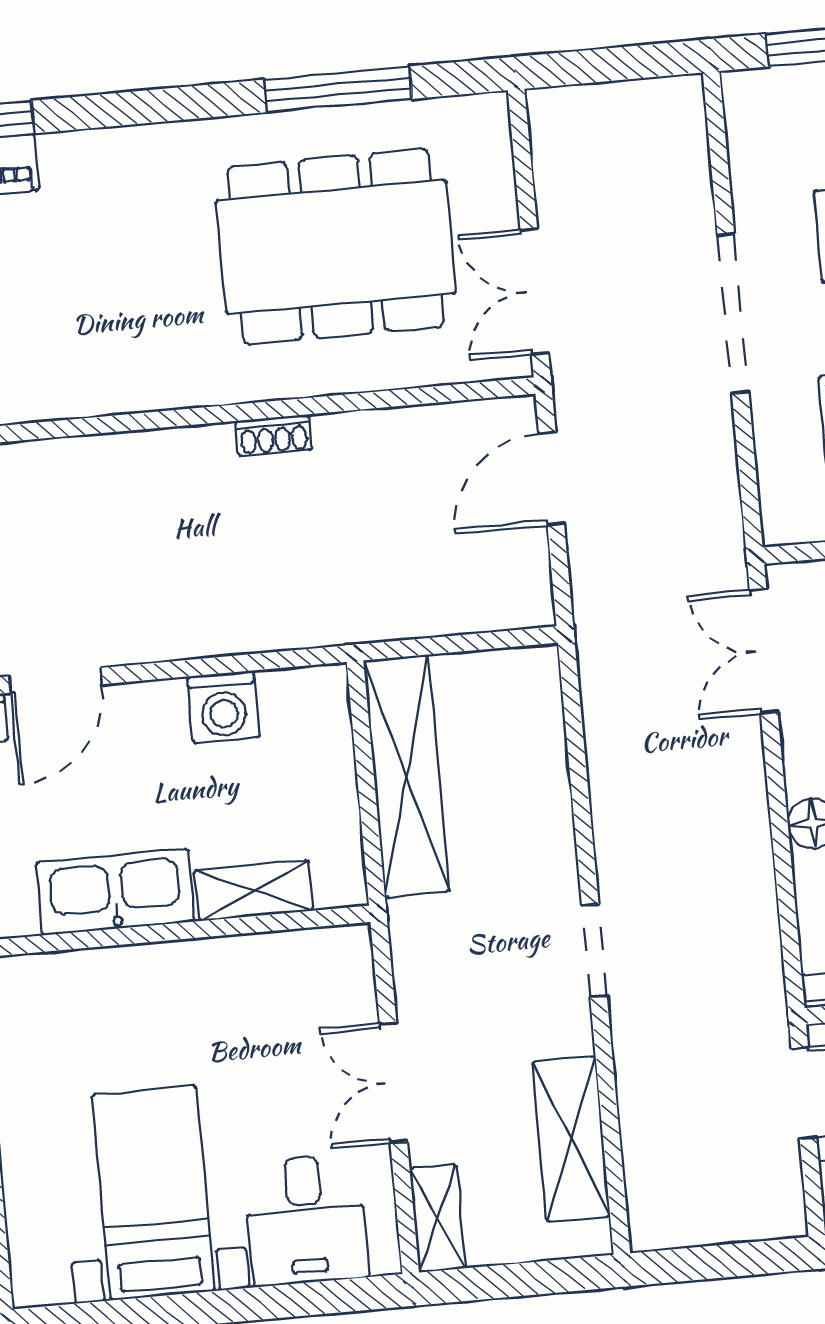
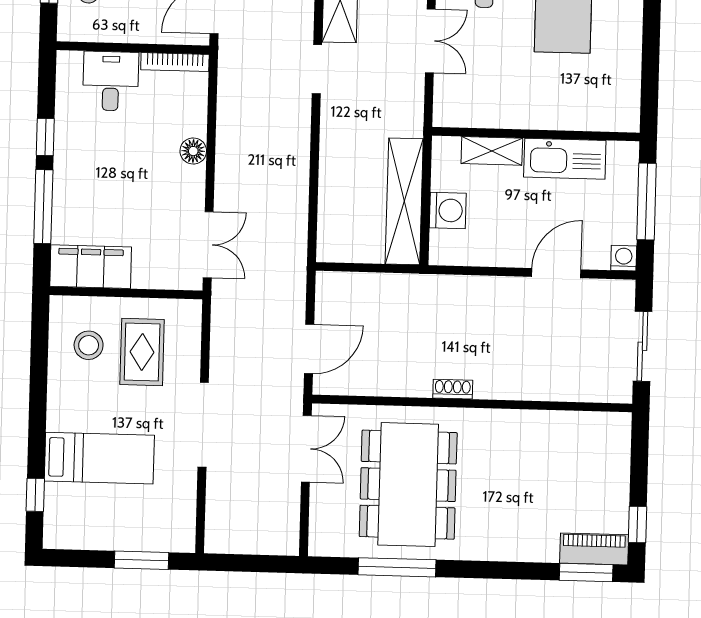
dining table: (336, 247) -> (408, 485), turned 90
door: (56, 680) -> (556, 273), moved
washing machine: (223, 707) -> (448, 210), moved, turned 90
doorway: (594, 951) -> (317, 69), moved

